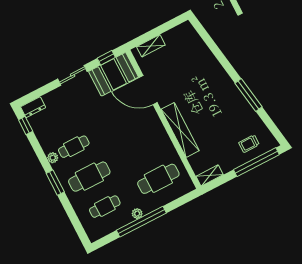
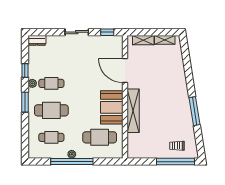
booth: (113, 74) -> (112, 107), moved, turned 90
window: (26, 125) -> (25, 70), moved
shelving: (210, 176) -> (165, 40), moved

